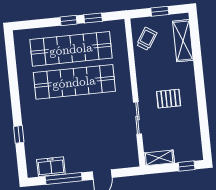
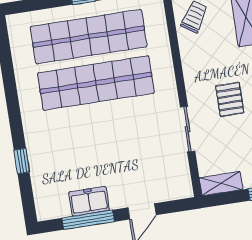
pallet: (169, 99) -> (230, 99), turned 90
freezer: (51, 167) -> (89, 201), moved

